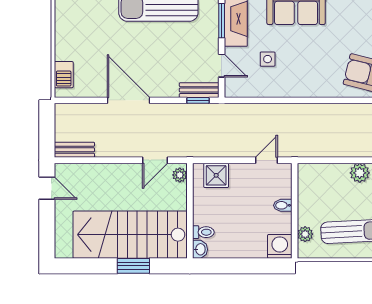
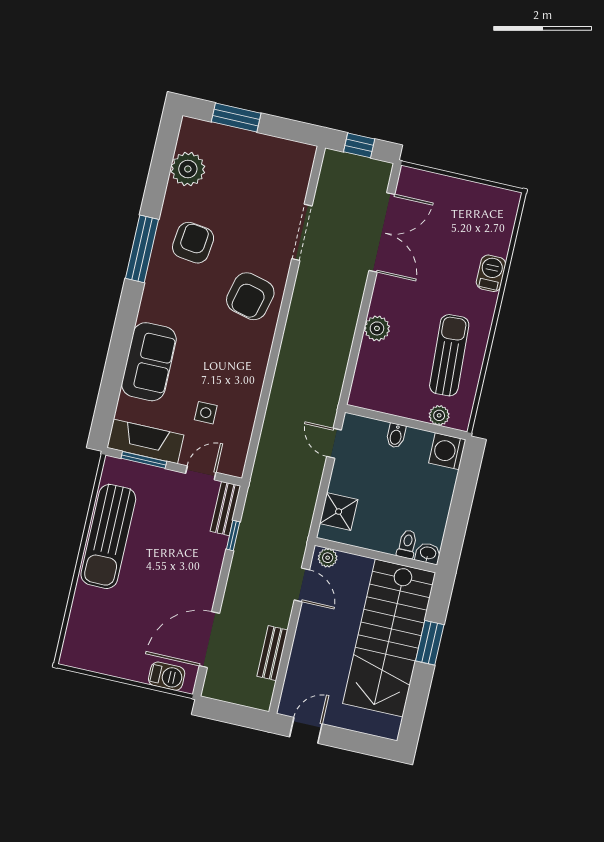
door: (128, 100) -> (209, 640), moved
window: (198, 100) -> (233, 536), moved
bench: (74, 150) -> (272, 653), moved

